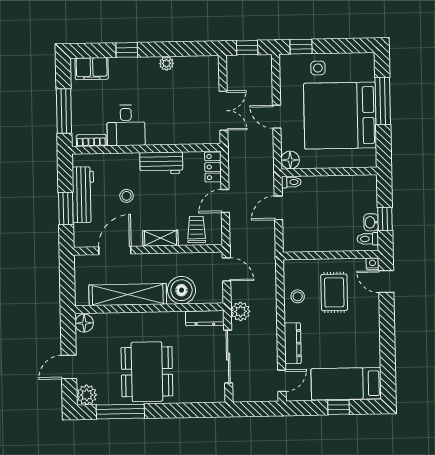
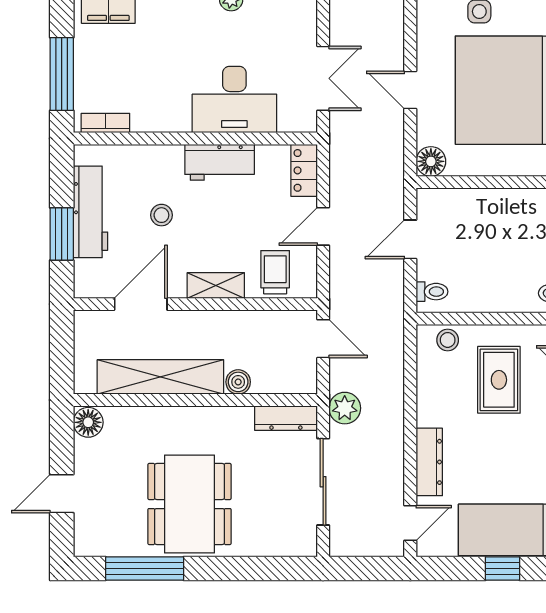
desk: (126, 125) -> (234, 99), moved, width x1.37
toilet: (291, 182) -> (432, 292), moved
boiler: (181, 290) -> (238, 382), width x0.54, depth x0.54
stool: (298, 296) -> (448, 340), moved
plant: (87, 395) -> (90, 540), removed

